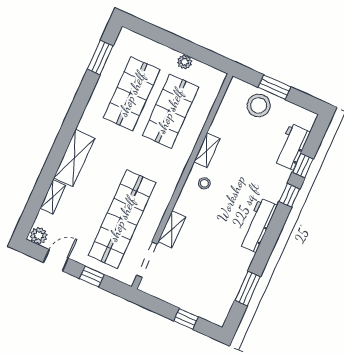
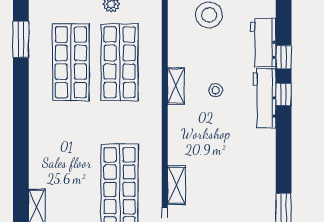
shelving: (74, 158) -> (41, 157), removed
stool: (204, 183) -> (216, 90), moved
workbench: (258, 225) -> (265, 98), moved

